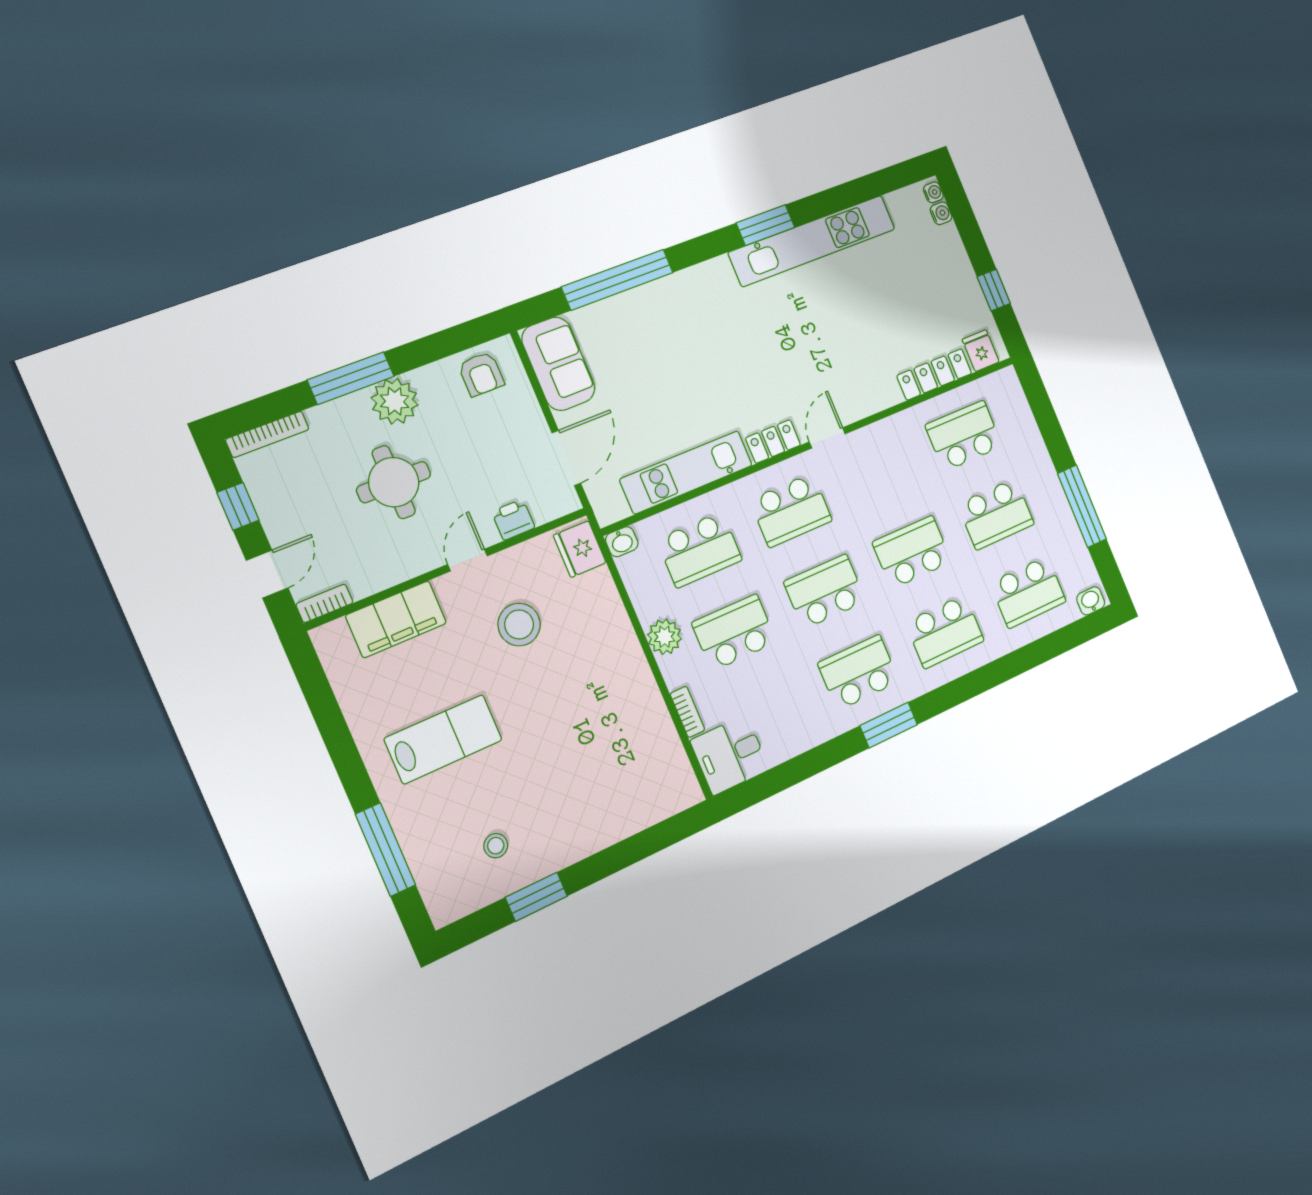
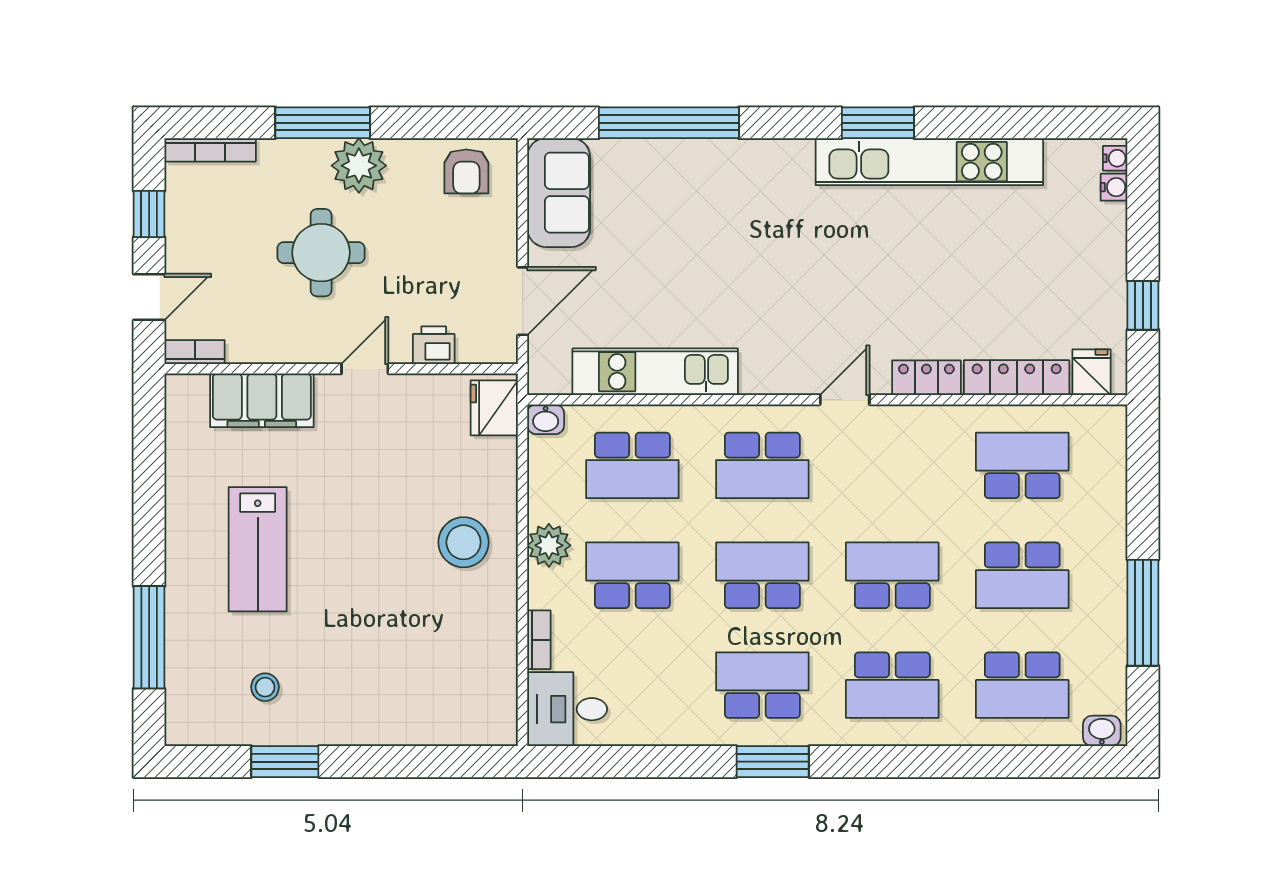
locker: (773, 441) -> (926, 378), moved
stool: (519, 624) -> (464, 542), moved
lab bench: (443, 739) -> (258, 549), turned 90

